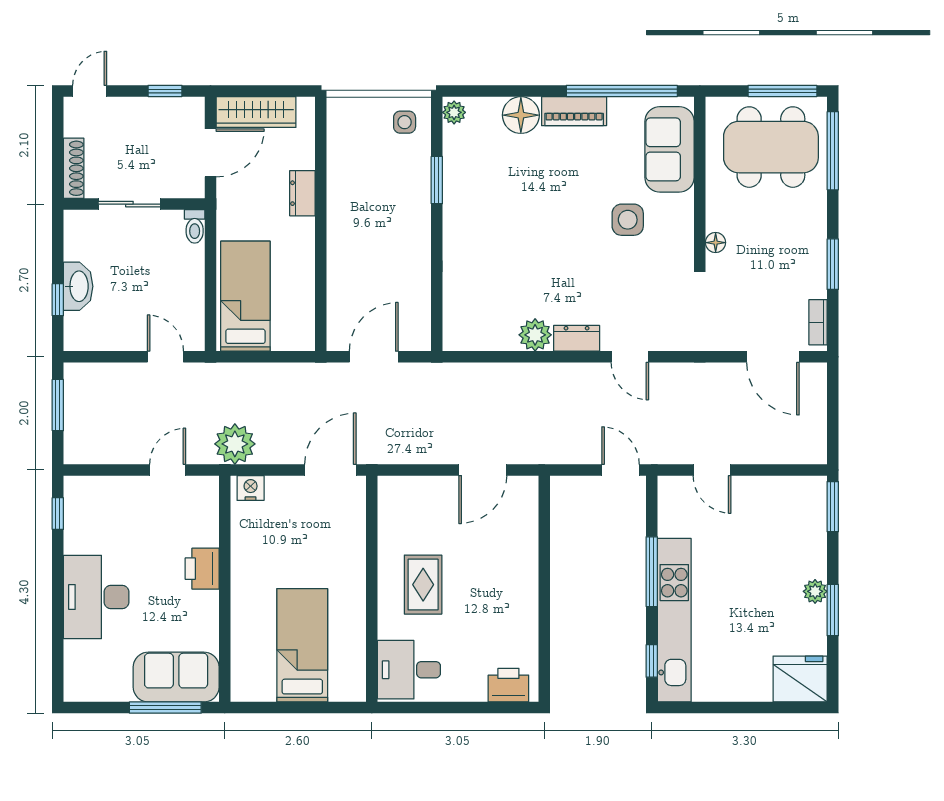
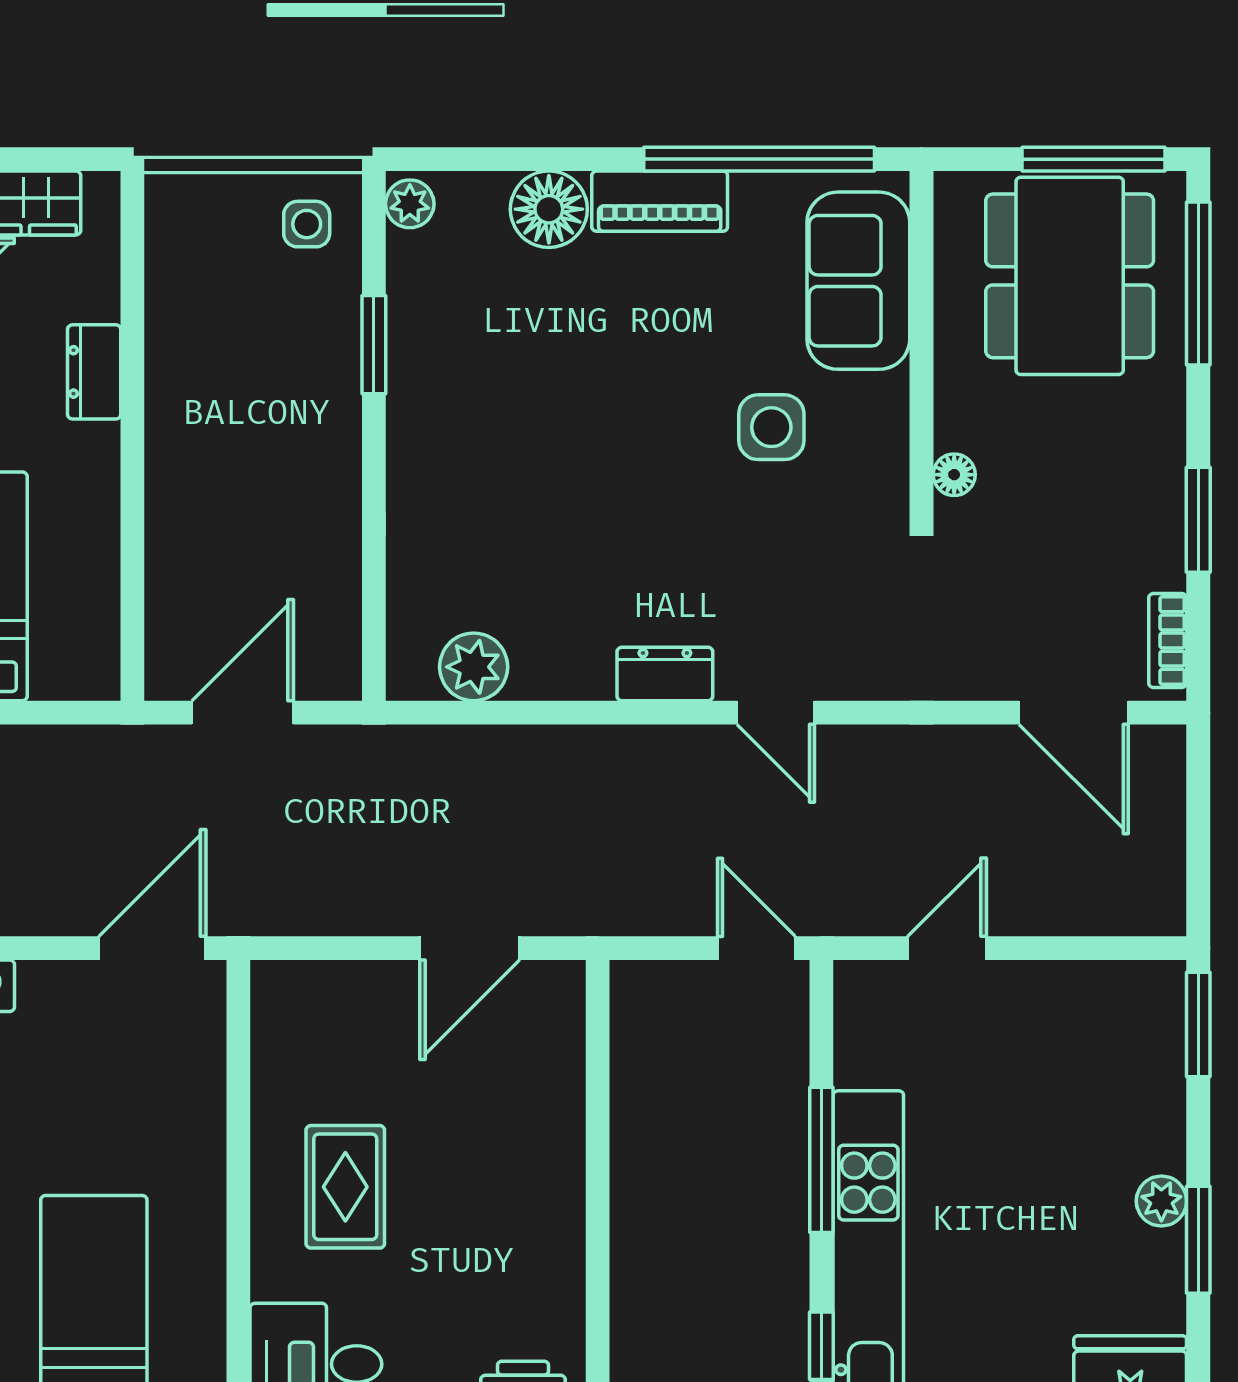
dining table: (771, 147) -> (1070, 276), turned 90
plant: (535, 335) -> (474, 667), moved
door: (712, 470) -> (947, 948), swing flipped

